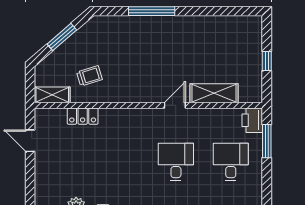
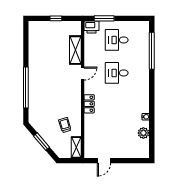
window: (152, 11) -> (26, 88), width x1.46
door: (175, 105) -> (83, 74), swing flipped
locker: (83, 116) -> (89, 104), moved

